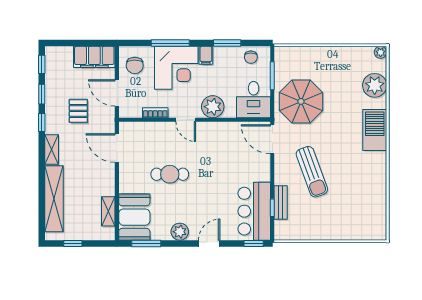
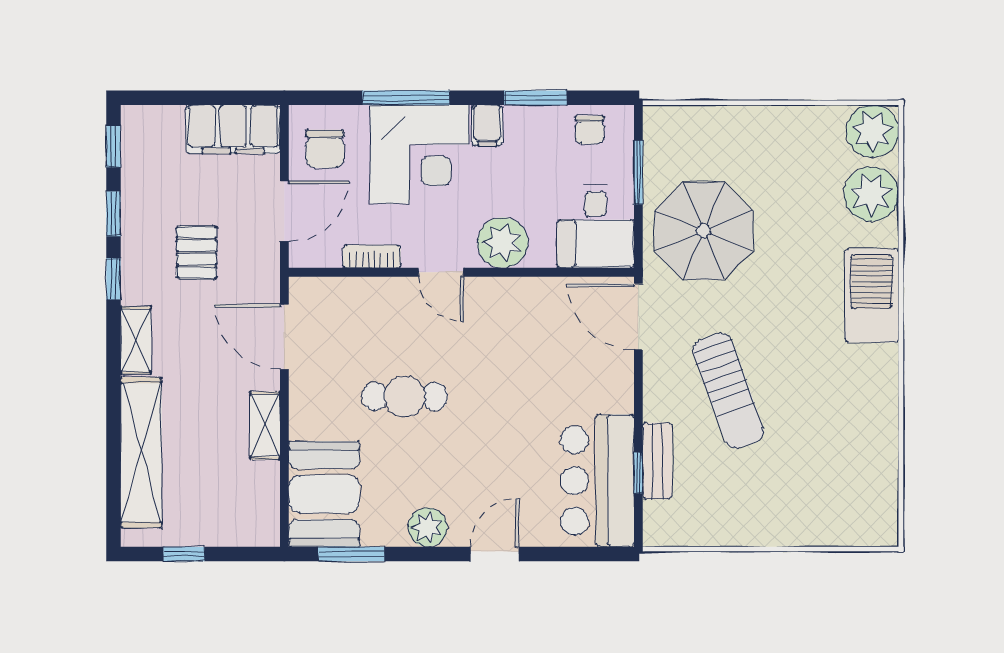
plant: (381, 52) -> (873, 131), width x1.88, depth x1.88
door: (117, 93) -> (284, 211), swing flipped
shelving: (108, 211) -> (265, 426), moved
window: (254, 243) -> (596, 554), removed

